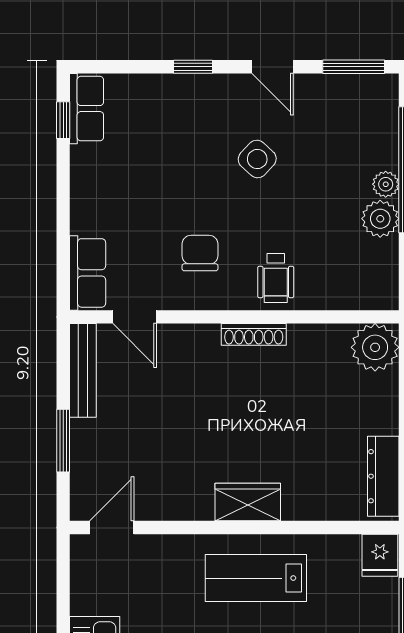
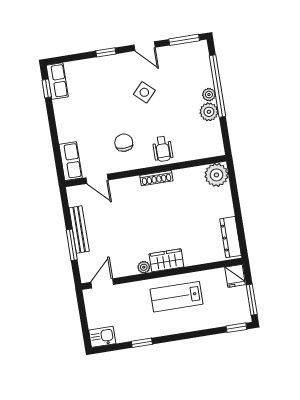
bench: (83, 370) -> (79, 230), moved
plant: (200, 509) -> (144, 267), added

